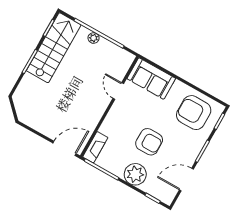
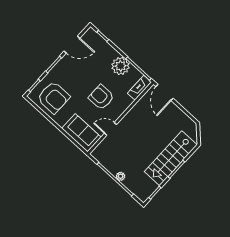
stairs: (54, 48) -> (171, 158), moved
door: (118, 91) -> (110, 129), swing flipped
armchair: (149, 142) -> (101, 97), moved
door: (65, 148) -> (164, 92), hinge flipped
plant: (135, 174) -> (121, 66), moved

